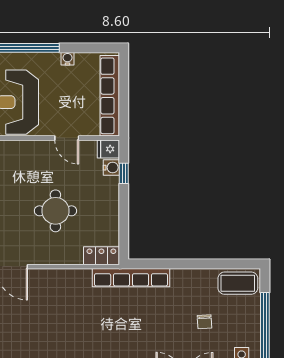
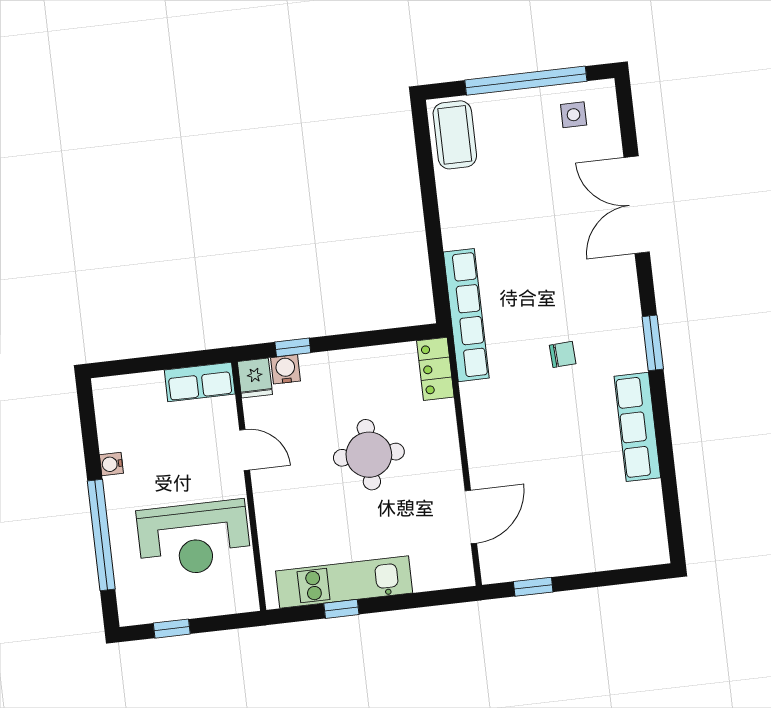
row of seats: (110, 96) -> (200, 382), width x0.50
door: (67, 138) -> (245, 450), hinge flipped
chair: (204, 322) -> (563, 354), moved

